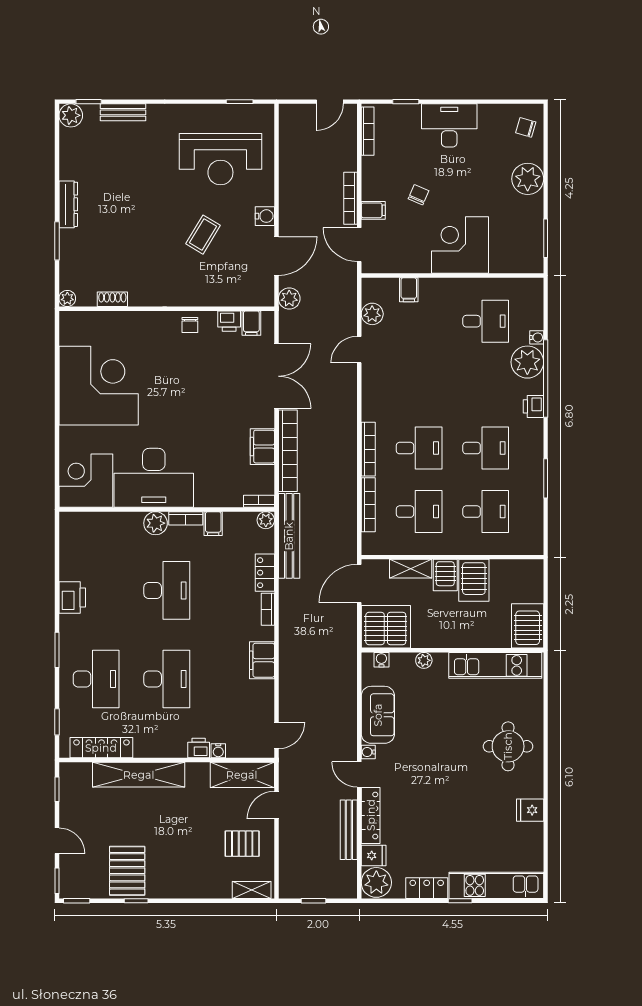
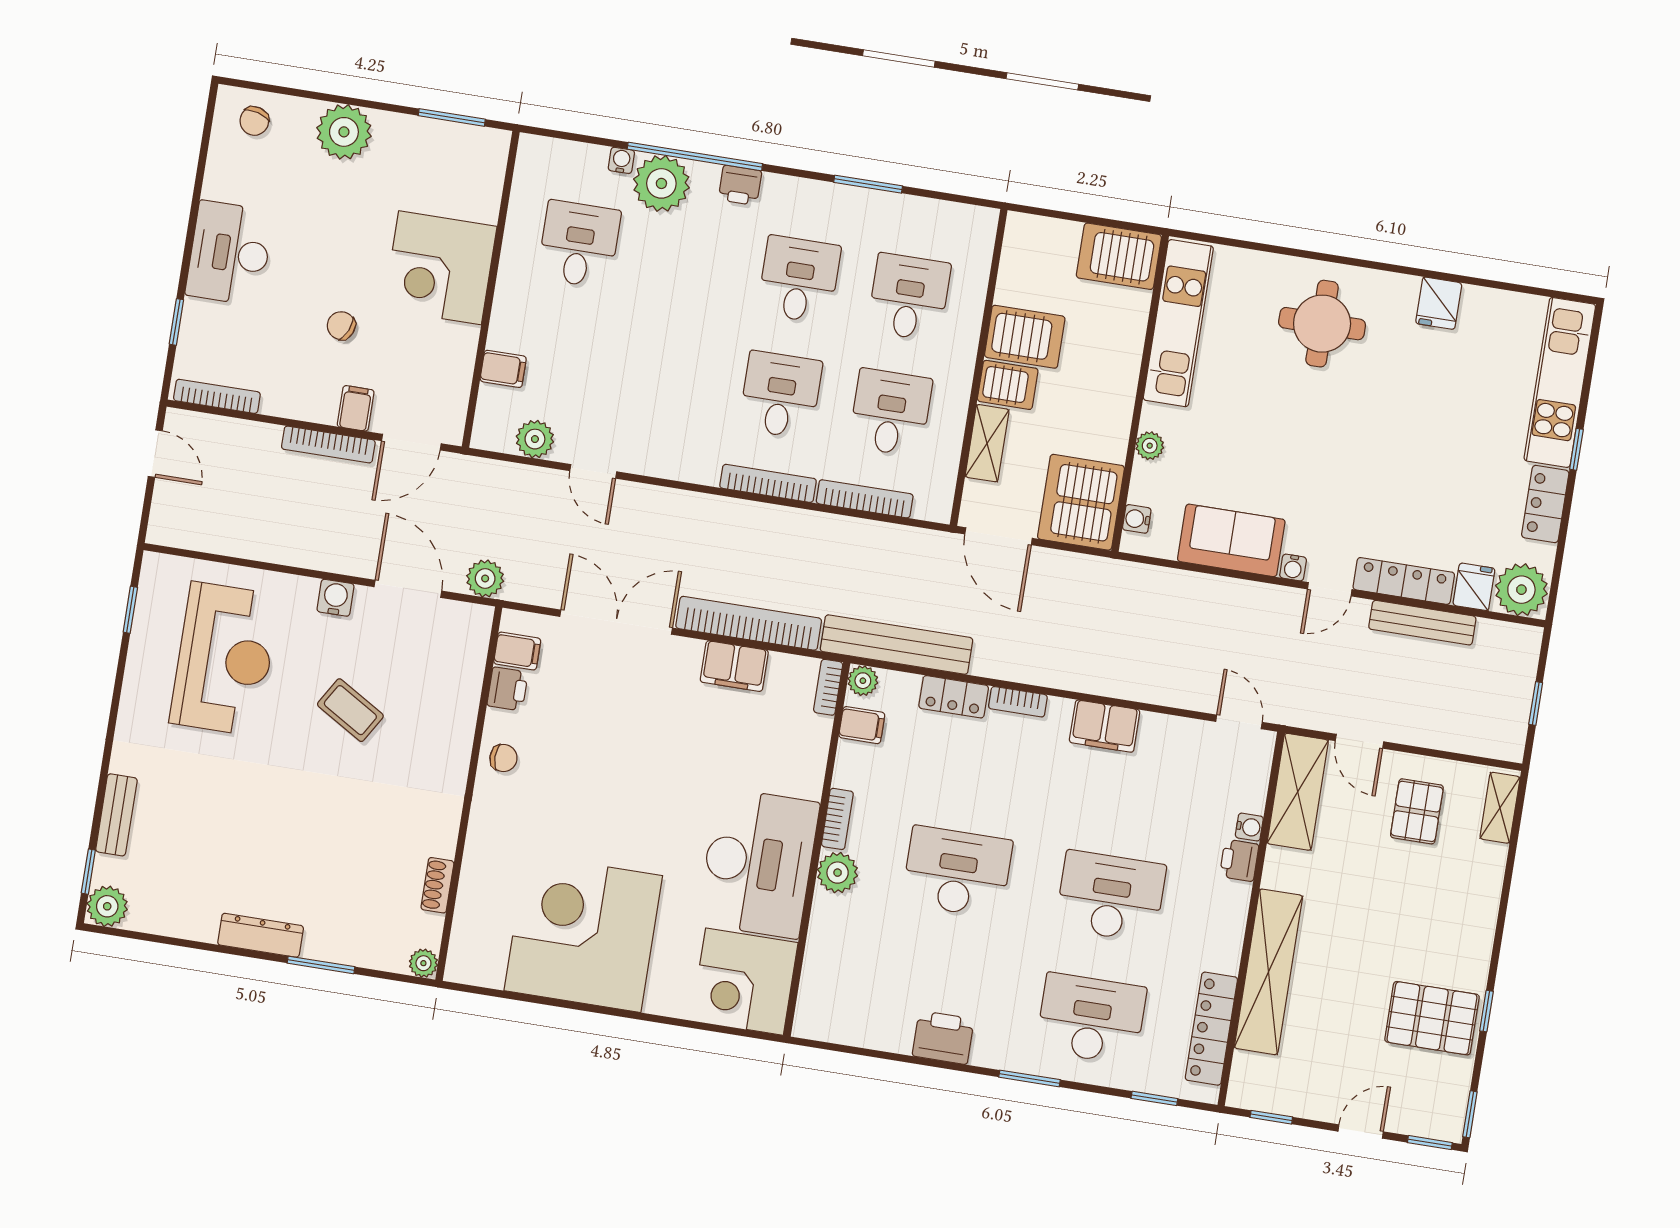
filing cabinet: (213, 524) -> (862, 725), moved

